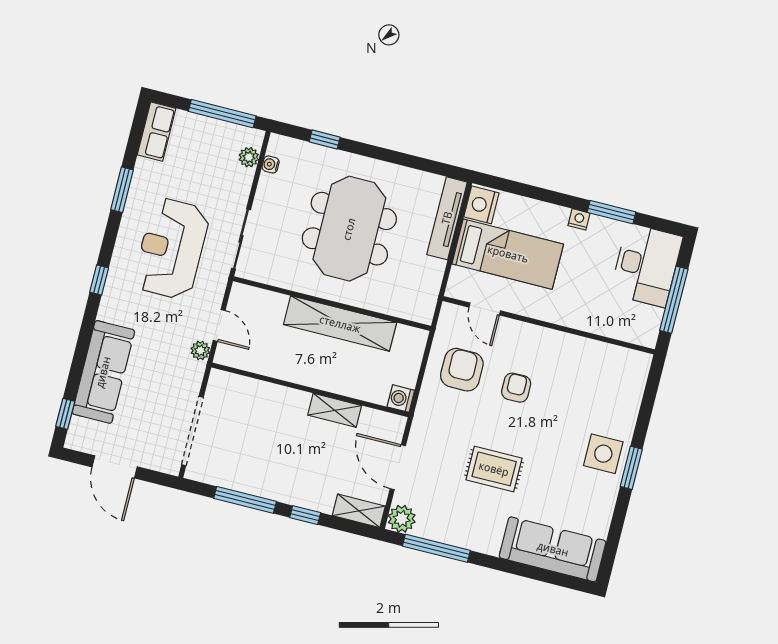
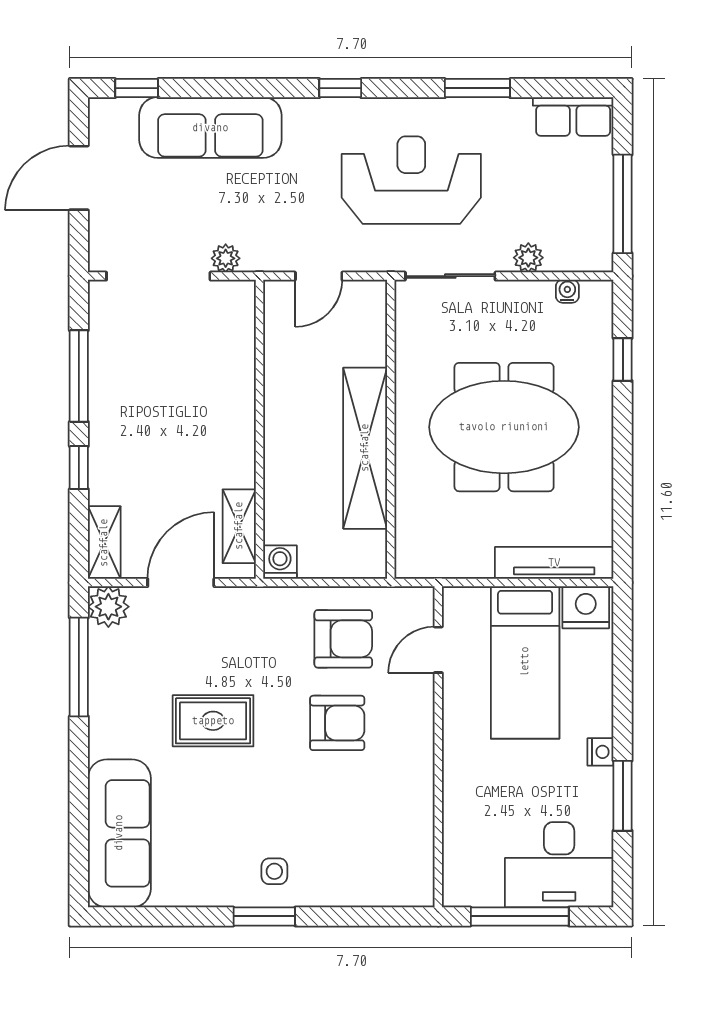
plant: (249, 157) -> (528, 258), moved
plant: (200, 350) -> (226, 258), moved
armchair: (516, 388) -> (337, 723), width x1.38, depth x1.38
shelving: (335, 410) -> (239, 526), moved
side table: (603, 454) -> (274, 871), width x0.54, depth x0.54
rug: (494, 469) -> (213, 721), turned 90

